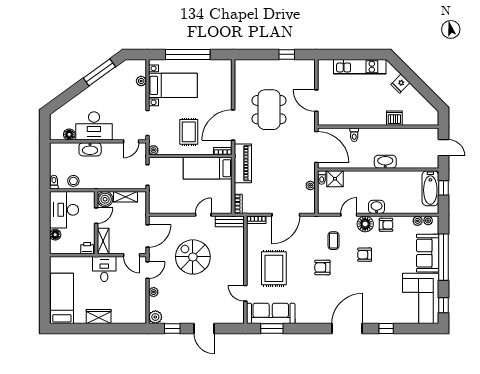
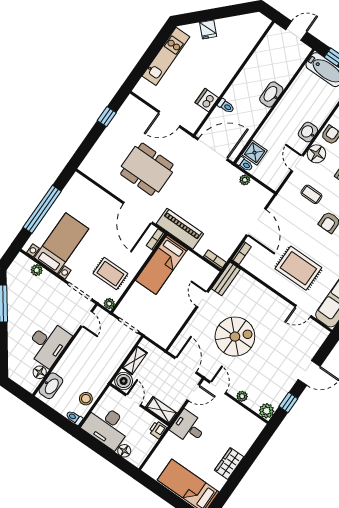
dishwasher: (394, 118) -> (207, 100), moved
rug: (189, 132) -> (110, 274), moved
washbasin: (90, 149) -> (51, 386), moved
spiral stairs: (193, 257) -> (235, 337), turned 180

